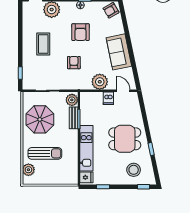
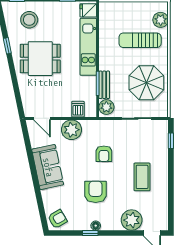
dishwasher: (108, 98) -> (78, 109), moved

